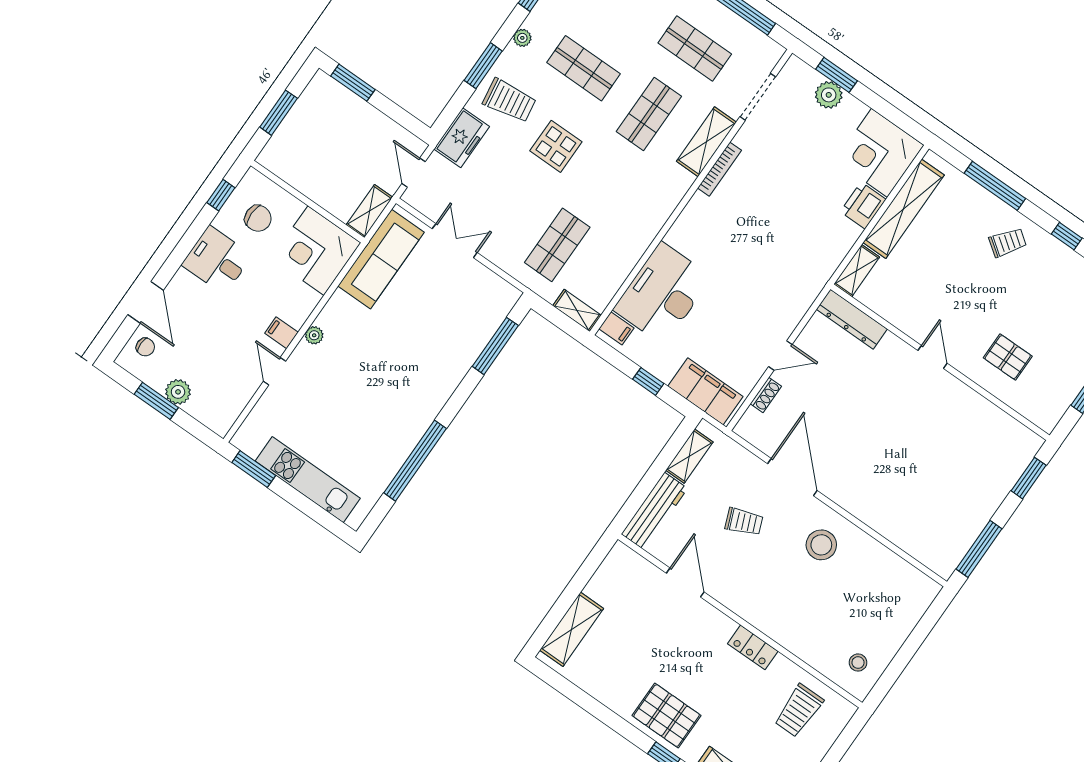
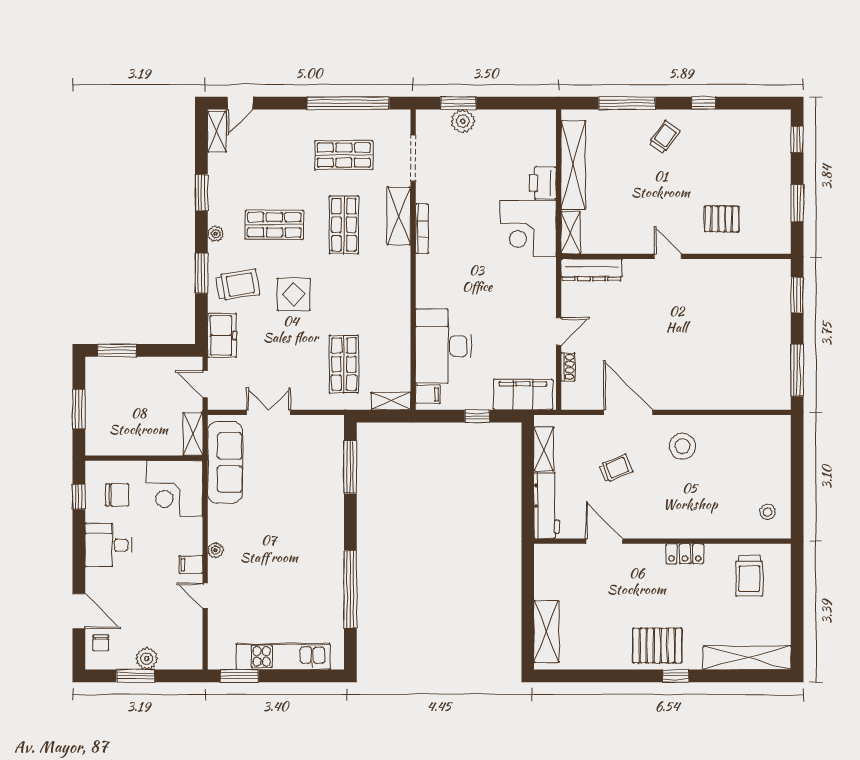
corner desk: (879, 153) -> (528, 229), moved
chair: (145, 347) -> (101, 643), turned 90

